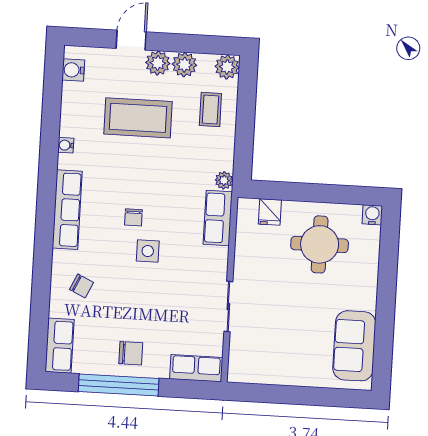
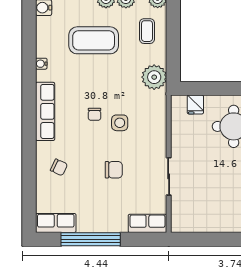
plant: (224, 180) -> (154, 77), width x1.88, depth x1.88
row of seats: (218, 218) -> (157, 111), removed
side table: (148, 251) -> (120, 123), moved
row of seats: (60, 346) -> (56, 223), moved, turned -90
chair: (131, 353) -> (114, 170), moved

